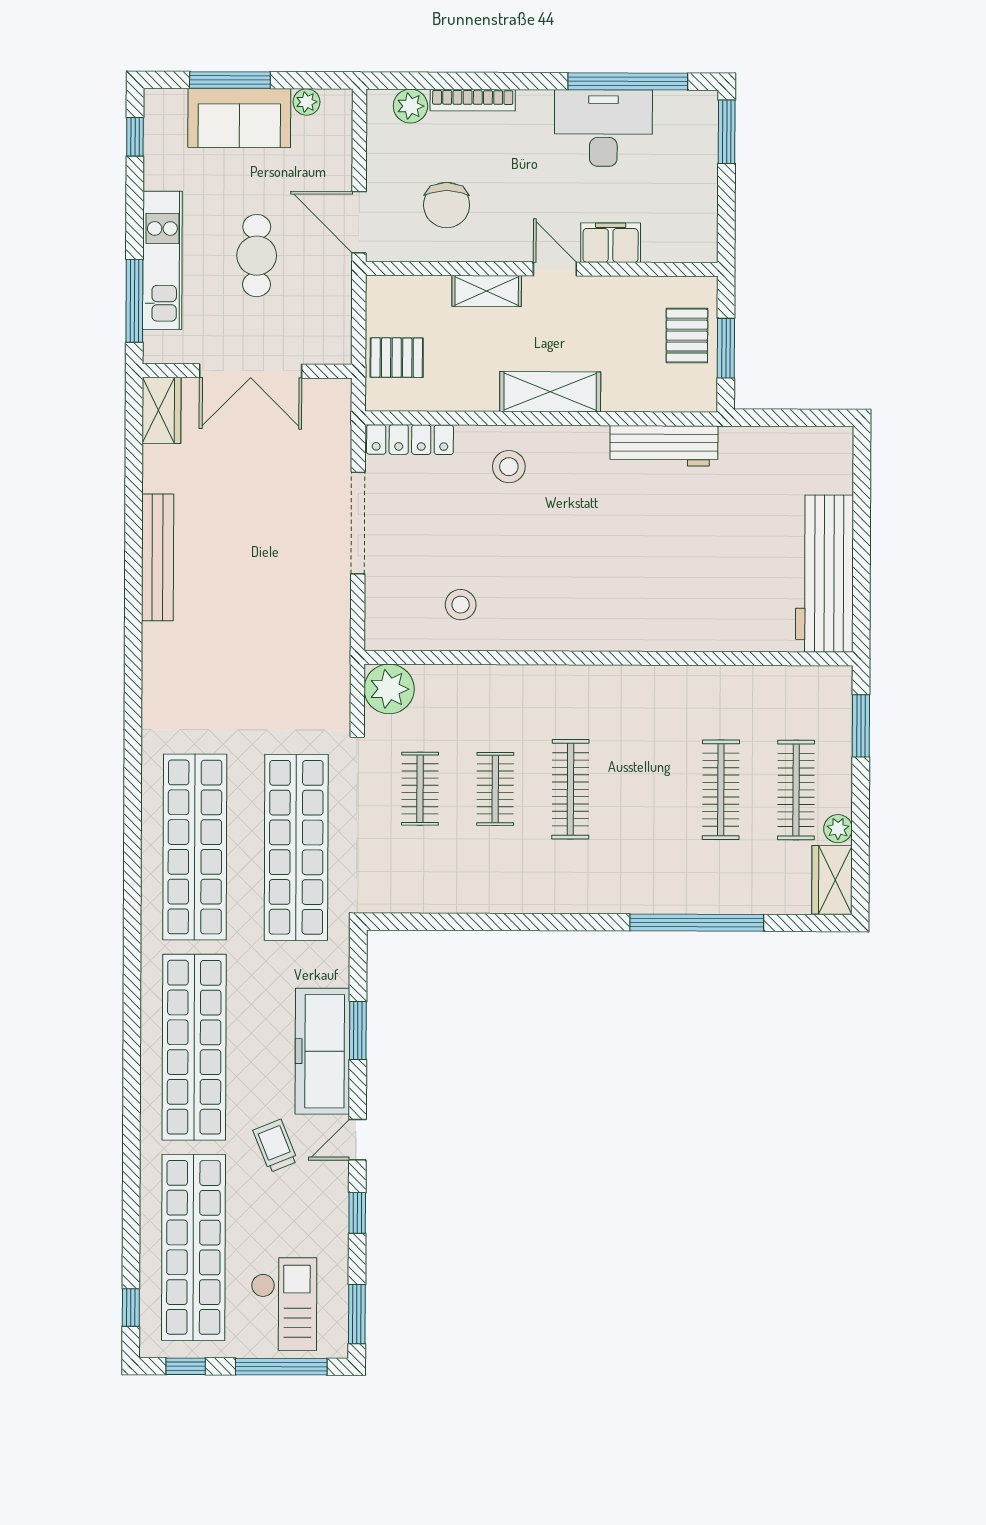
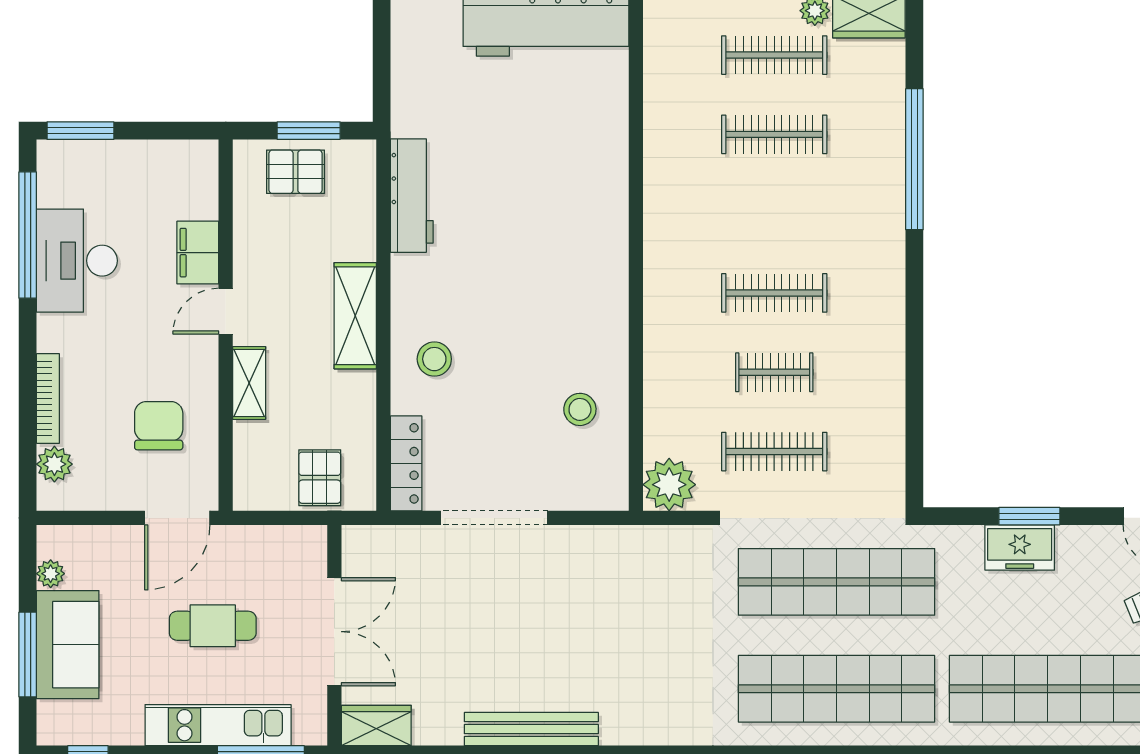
chair: (447, 205) -> (159, 426), turned -90
clothes rail: (420, 789) -> (774, 452), width x1.36
freezer: (322, 1051) -> (1020, 548), width x0.52, depth x0.79

